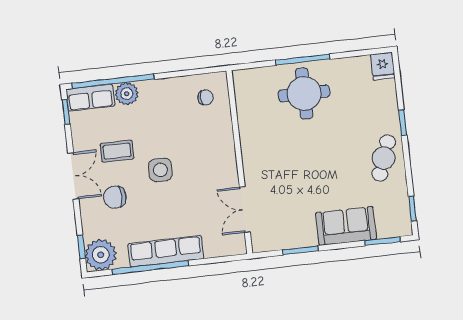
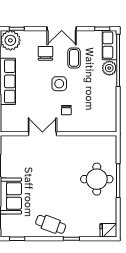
chair: (205, 97) -> (66, 110), moved
double door: (245, 210) -> (42, 134), moved

